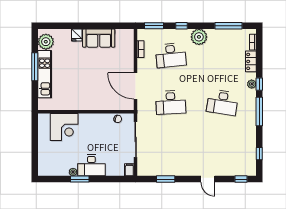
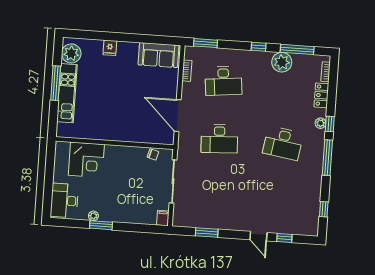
window: (182, 26) -> (259, 47), moved
plant: (199, 37) -> (282, 62), moved
sofa: (99, 38) -> (159, 55), moved
desk: (91, 165) -> (64, 201), moved, turned 90
window: (241, 179) -> (284, 238), moved

